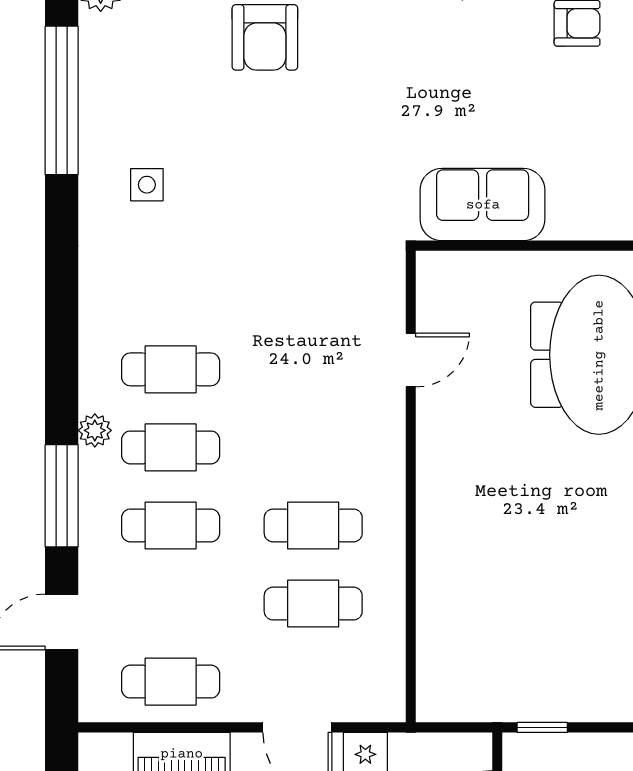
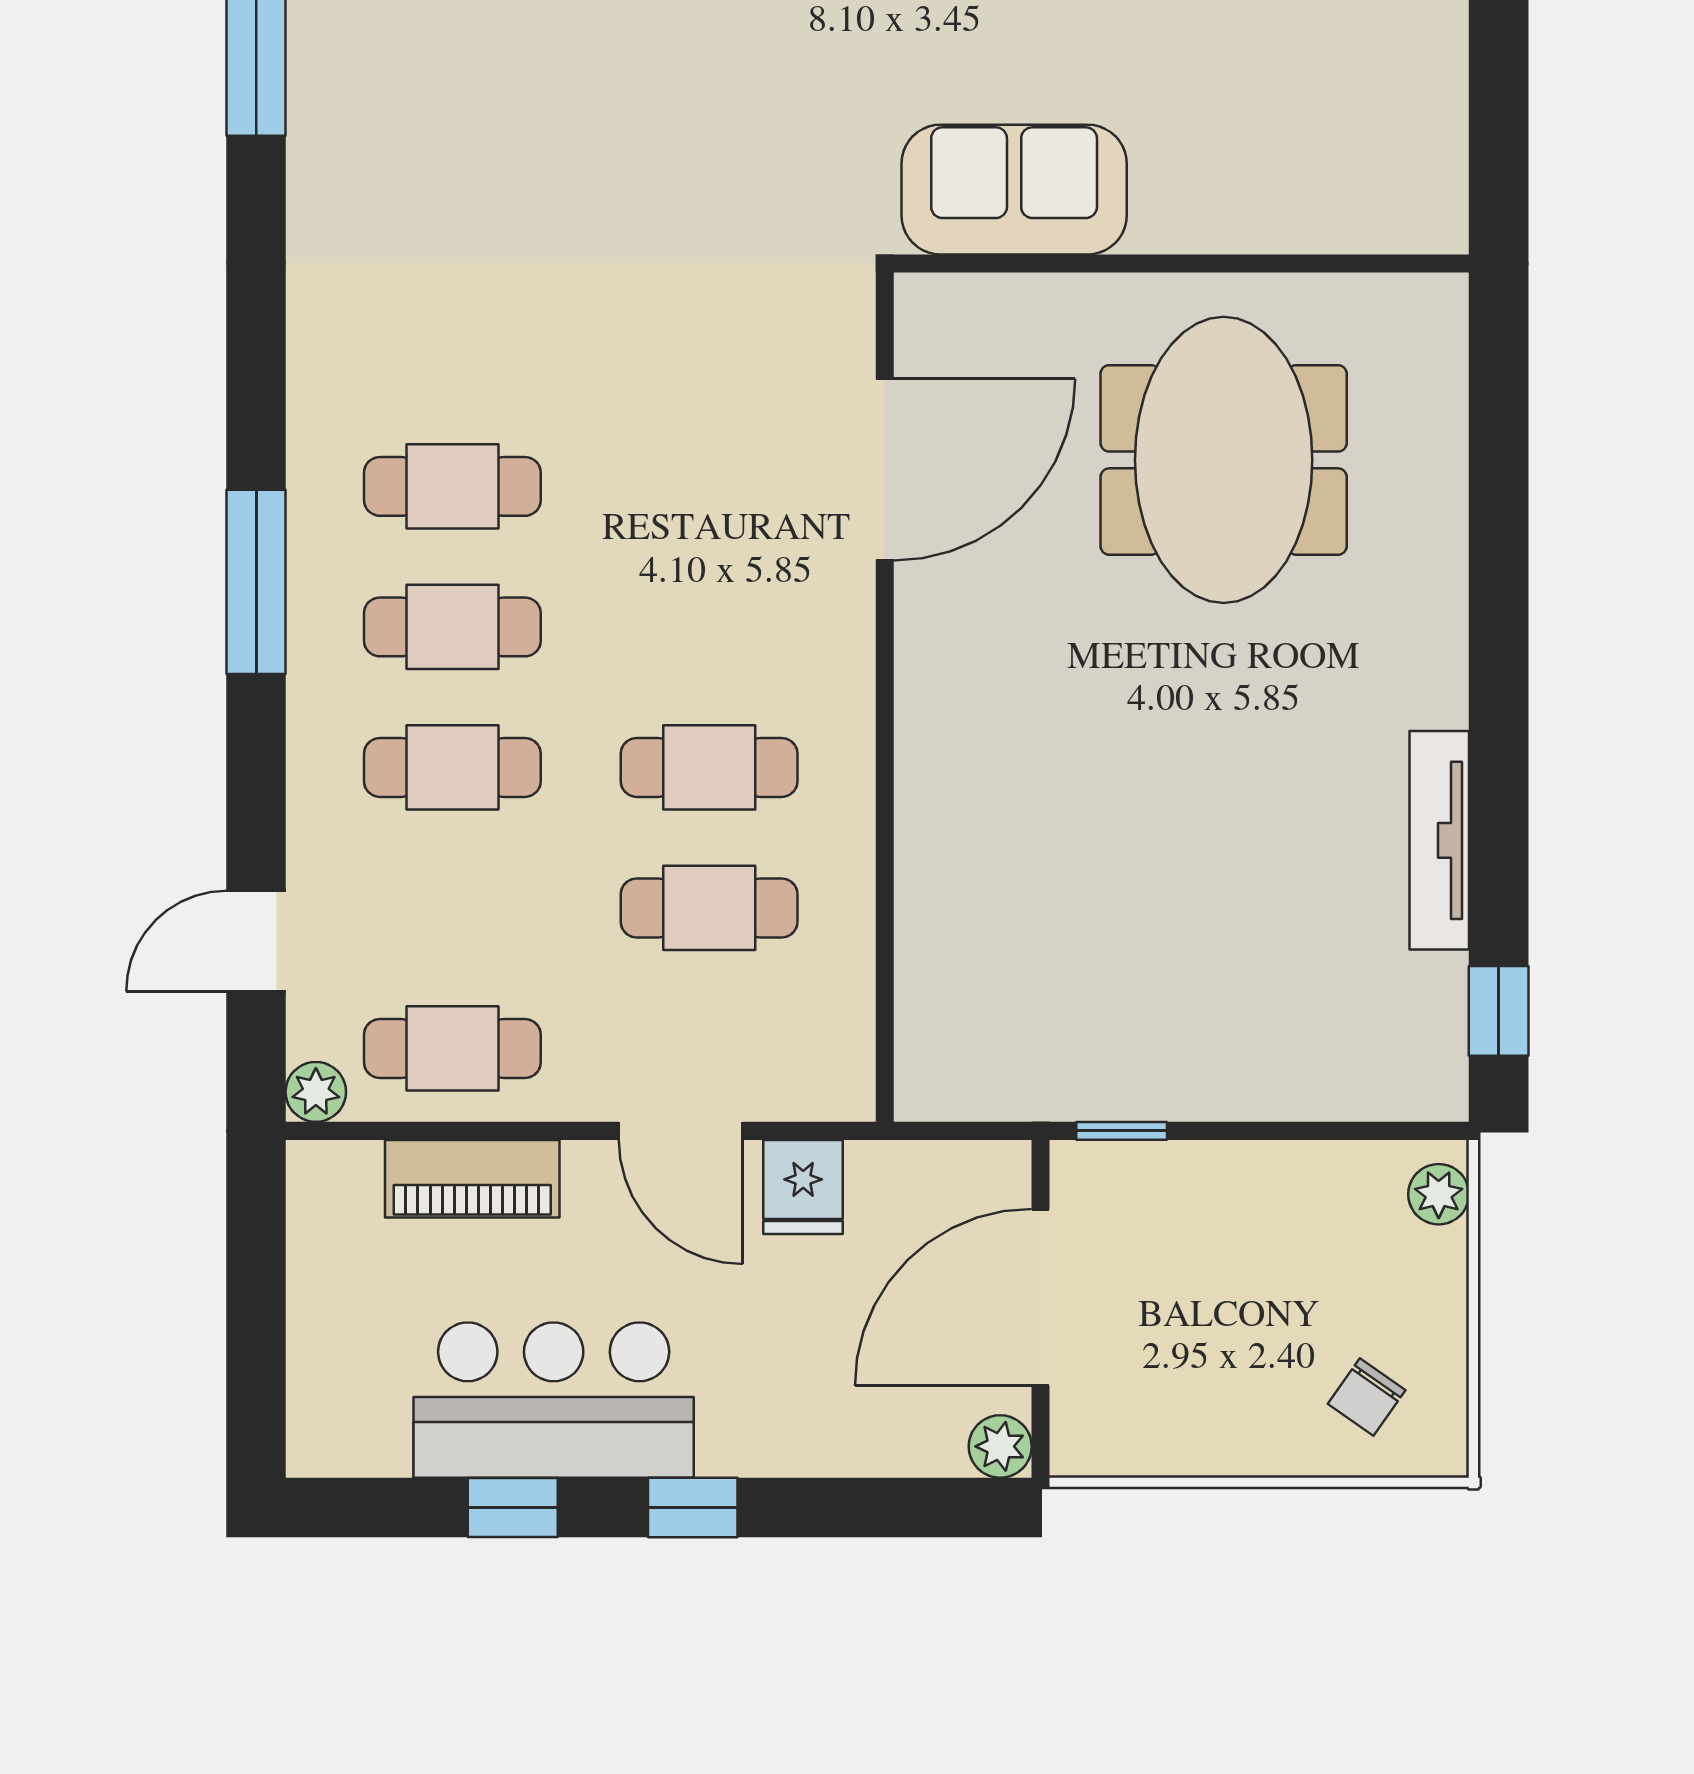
side table: (147, 185) -> (410, 154), removed
door: (411, 360) -> (885, 469), width x1.87
plant: (95, 430) -> (316, 1092), moved
window: (62, 496) -> (256, 582), moved

